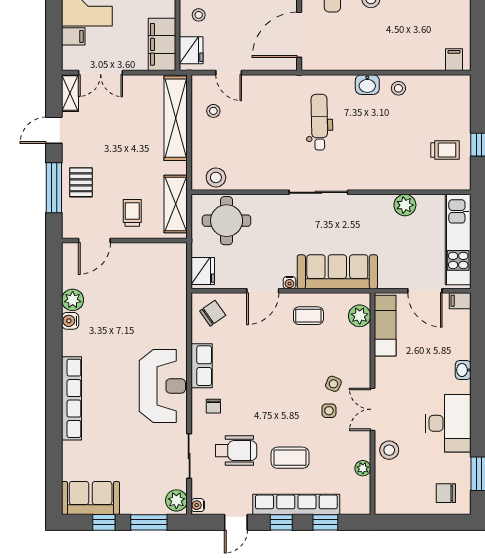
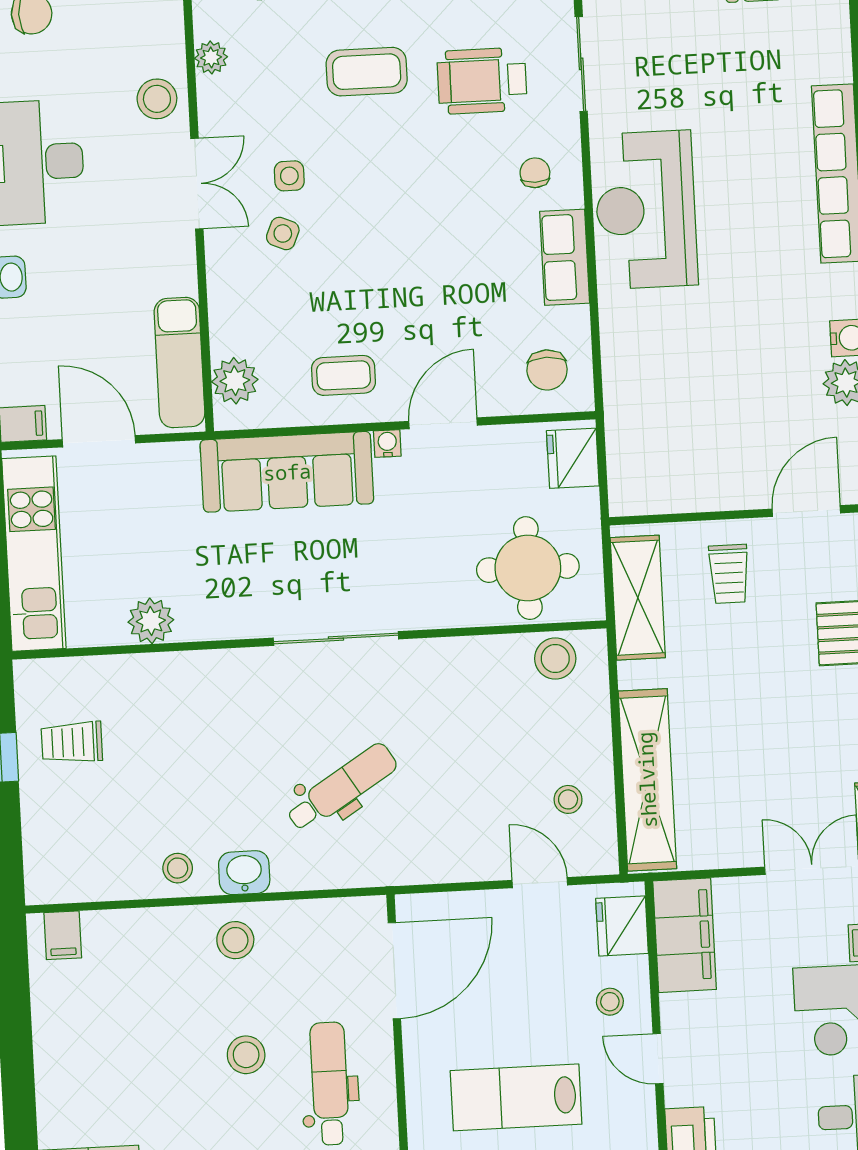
stool: (373, 53) -> (235, 940), added
dental chair: (319, 122) -> (342, 788), turned -121
chair: (213, 313) -> (547, 370), turned -55

